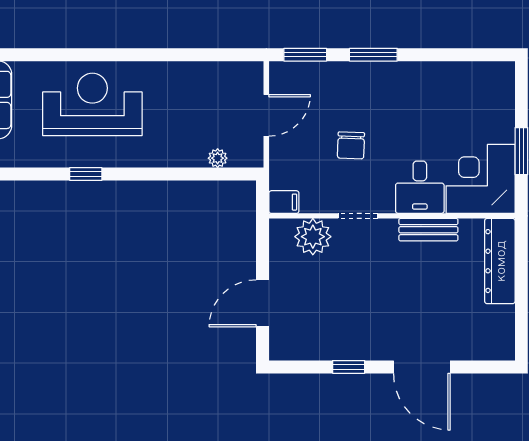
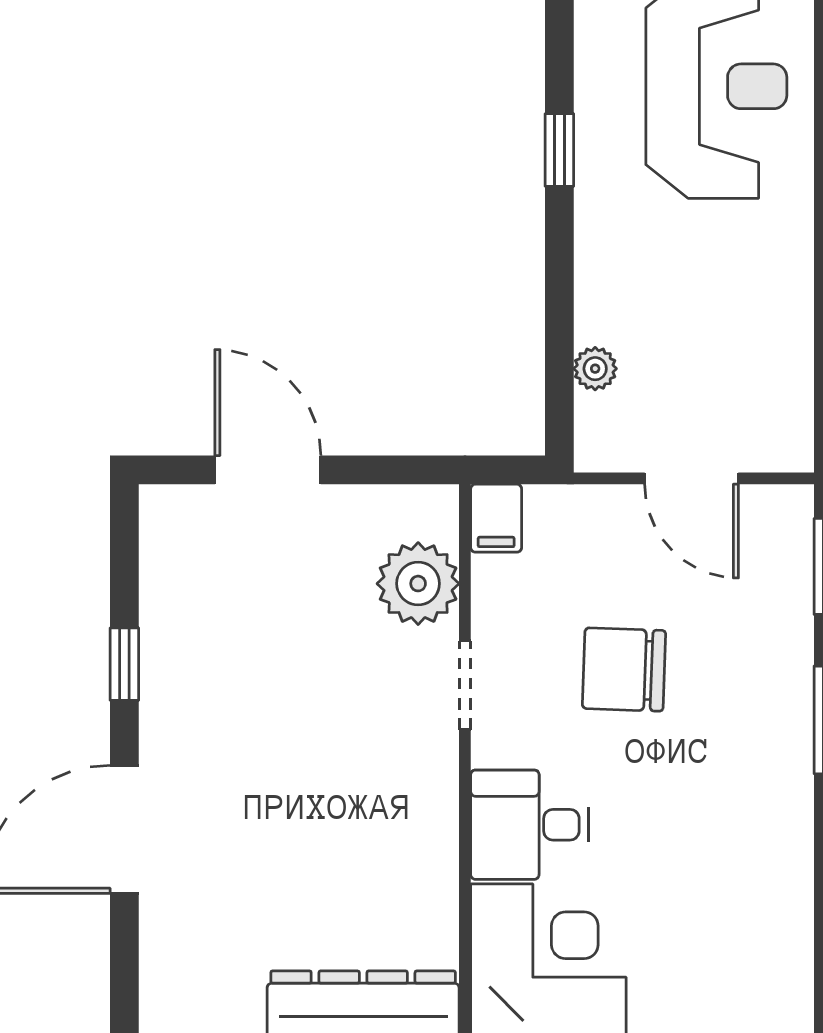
chair: (351, 145) -> (624, 669), width x1.37, depth x1.37
window: (86, 174) -> (559, 150), moved
bench: (428, 230) -> (434, 844), removed

